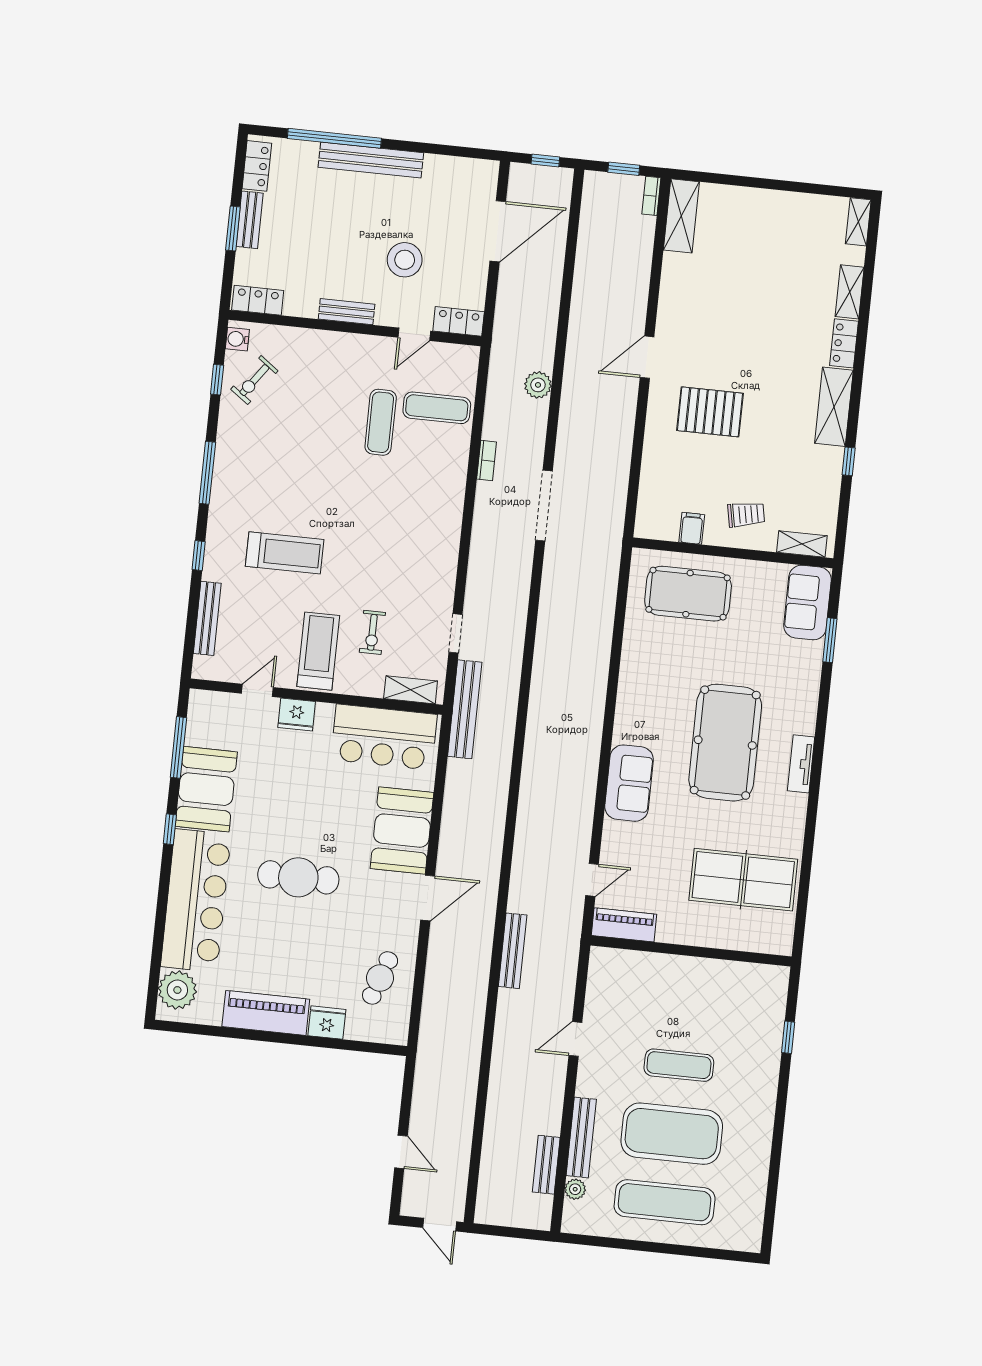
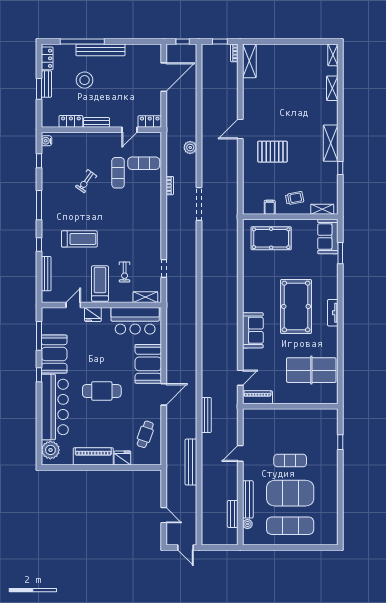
stool: (405, 260) -> (85, 80), moved
locker: (258, 300) -> (71, 121), moved
locker: (844, 343) -> (332, 113), removed
exercise bike: (254, 380) -> (86, 181), moved
bench: (465, 709) -> (191, 462), moved

